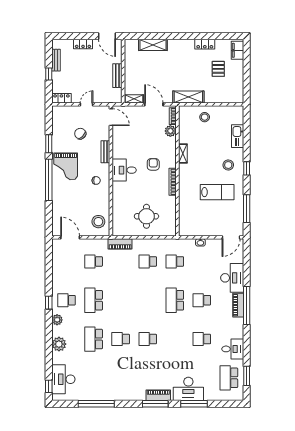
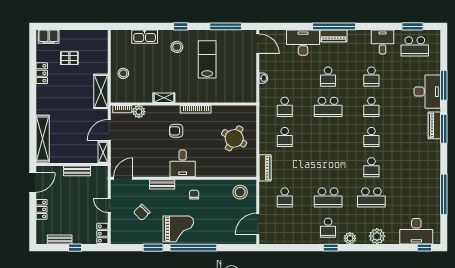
shelving: (153, 45) -> (43, 139), width x1.47
round table: (146, 216) -> (234, 138), turned 30
school desk: (175, 339) -> (371, 107), added

